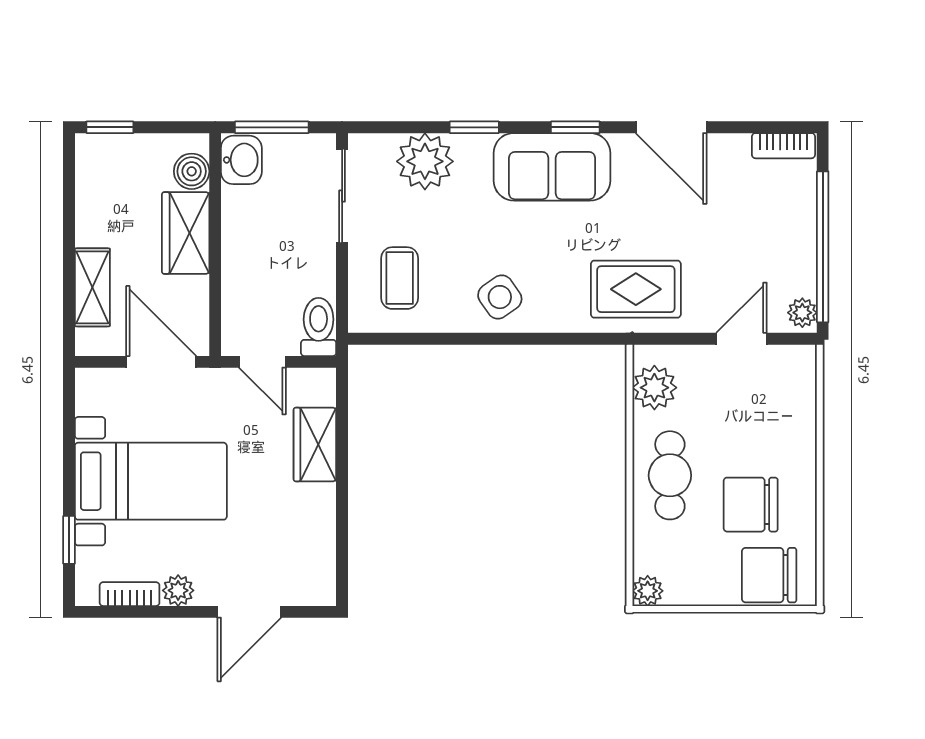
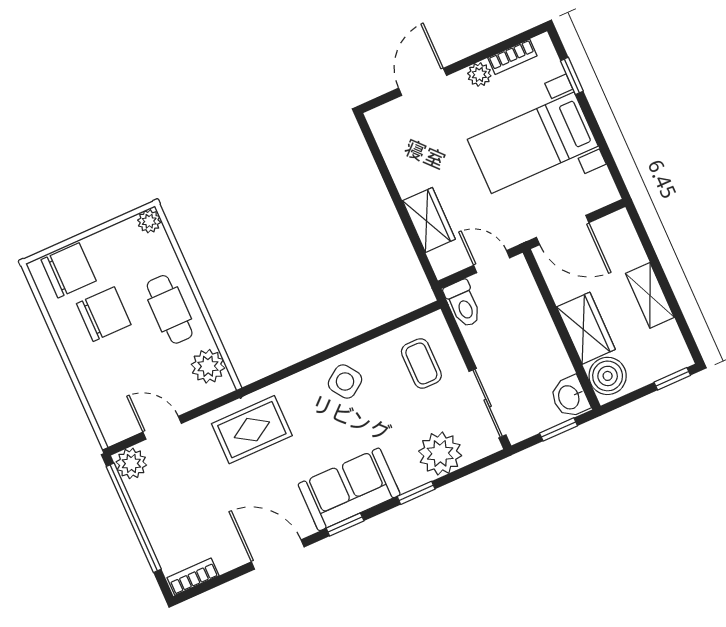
window: (272, 127) -> (559, 429), width x0.67
boiler: (192, 171) -> (608, 376), width x1.36, depth x1.36
shelving: (92, 287) -> (650, 295), moved
plant: (802, 313) -> (131, 463), width x1.38, depth x1.38
door: (741, 339) -> (162, 428), swing flipped

